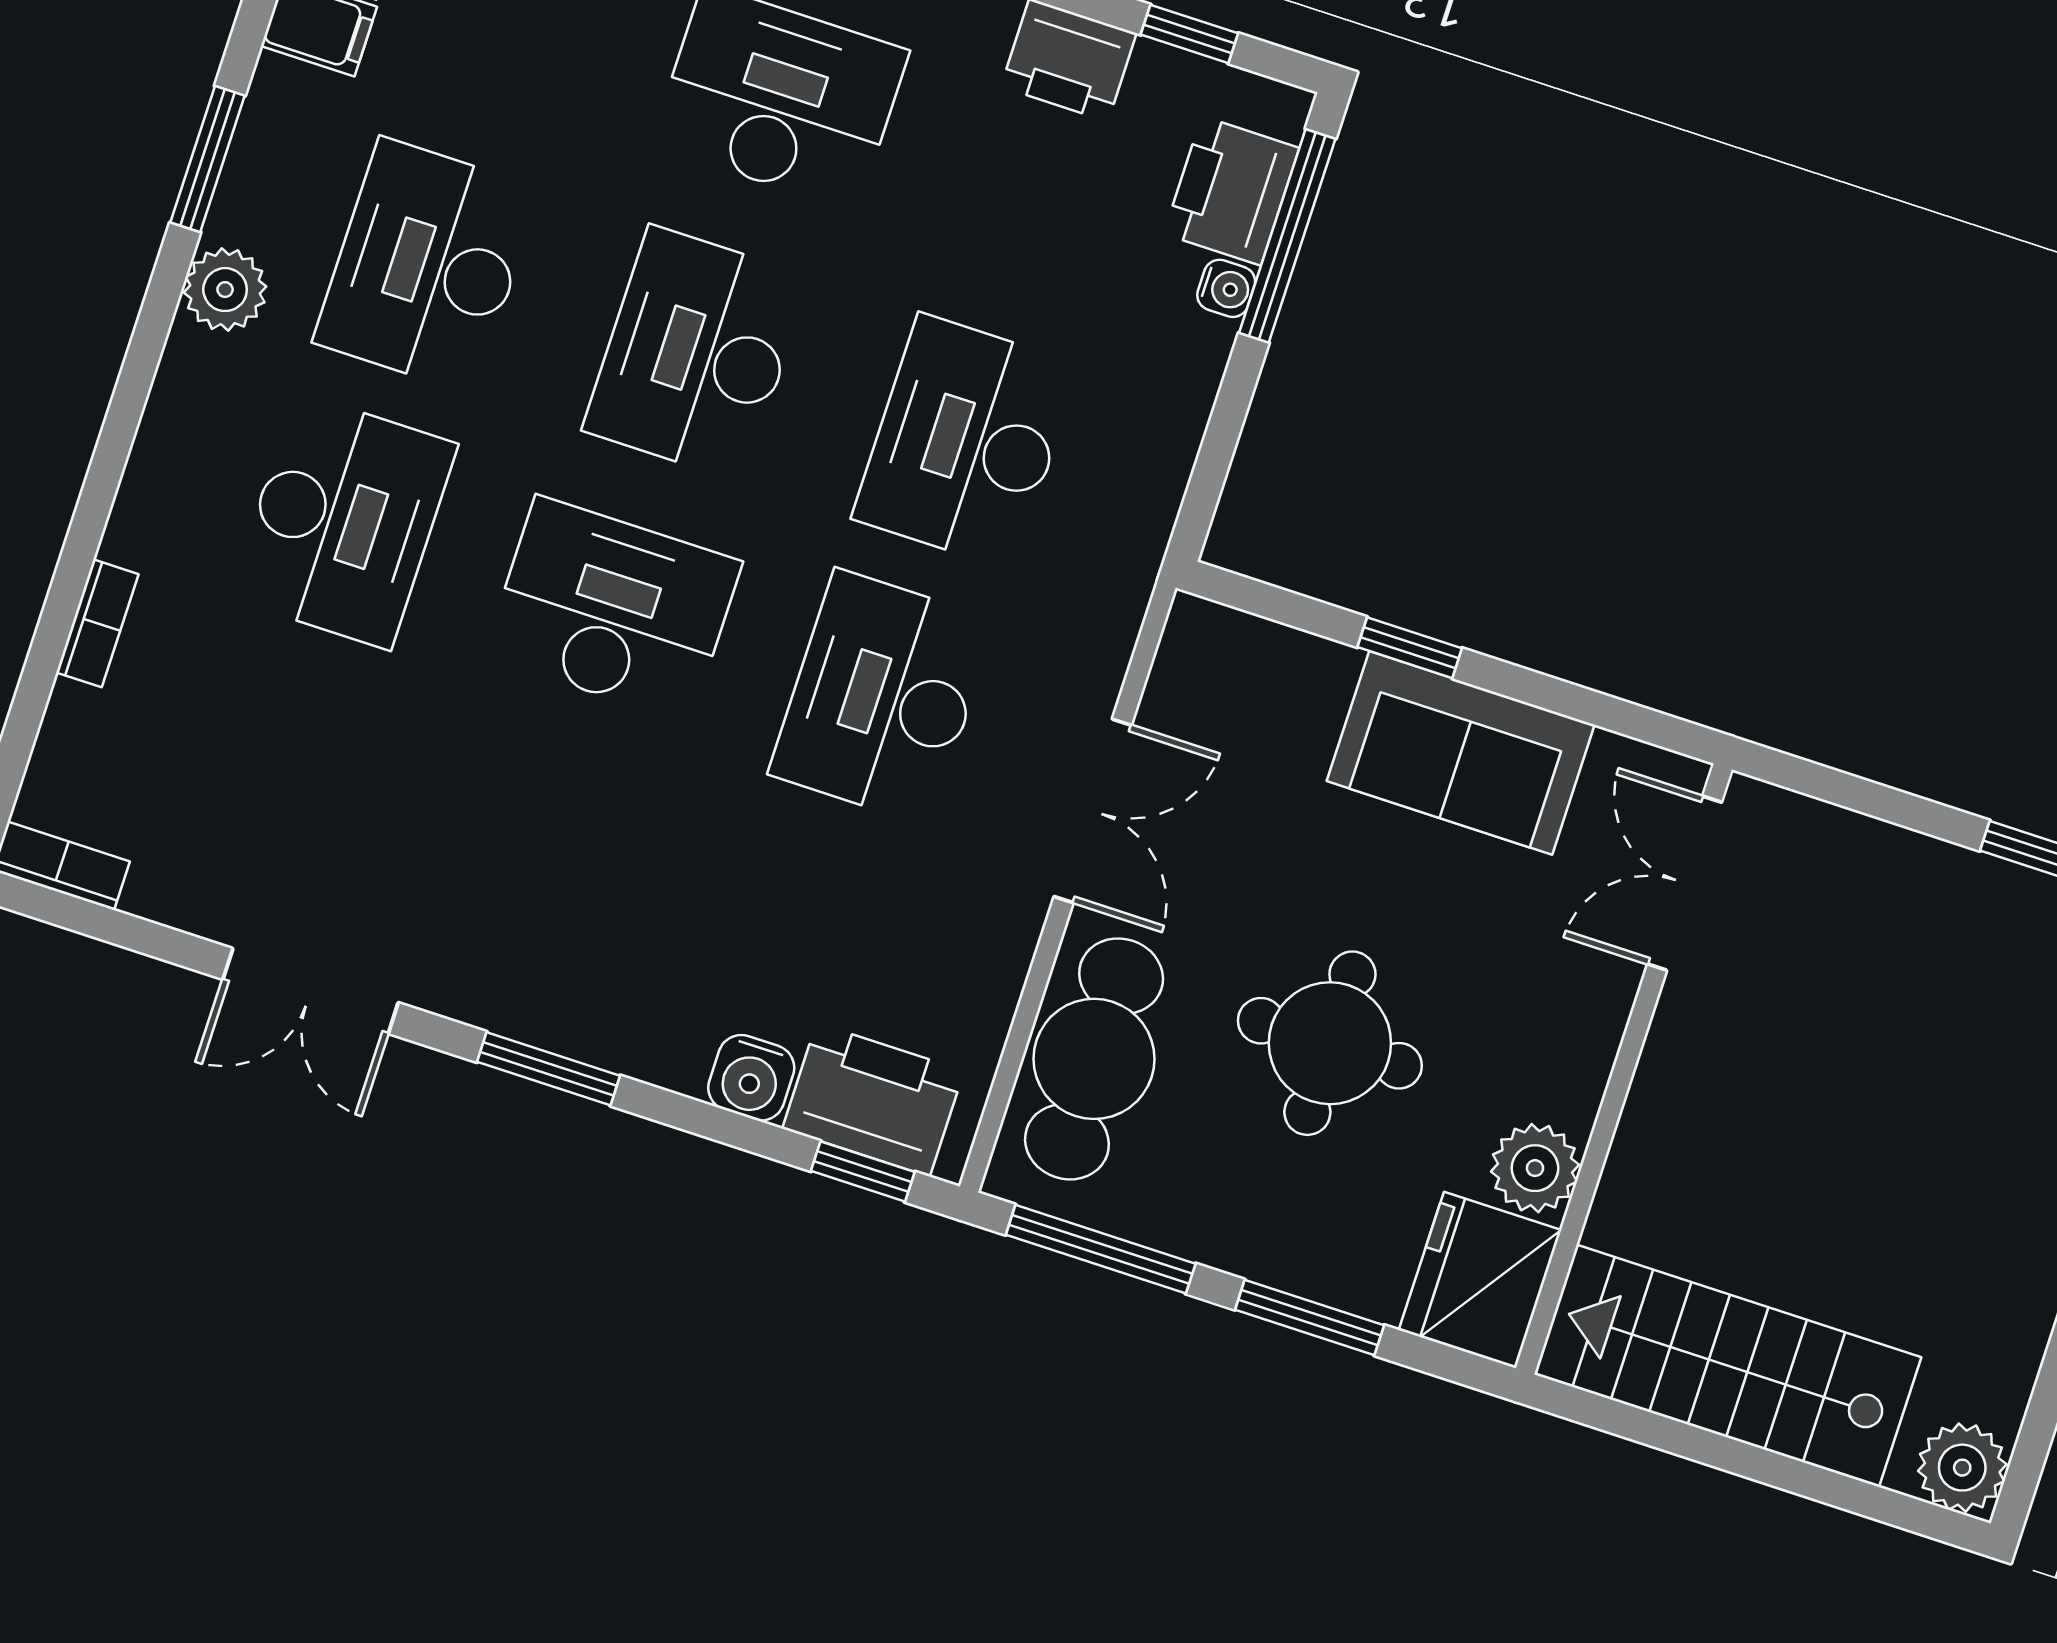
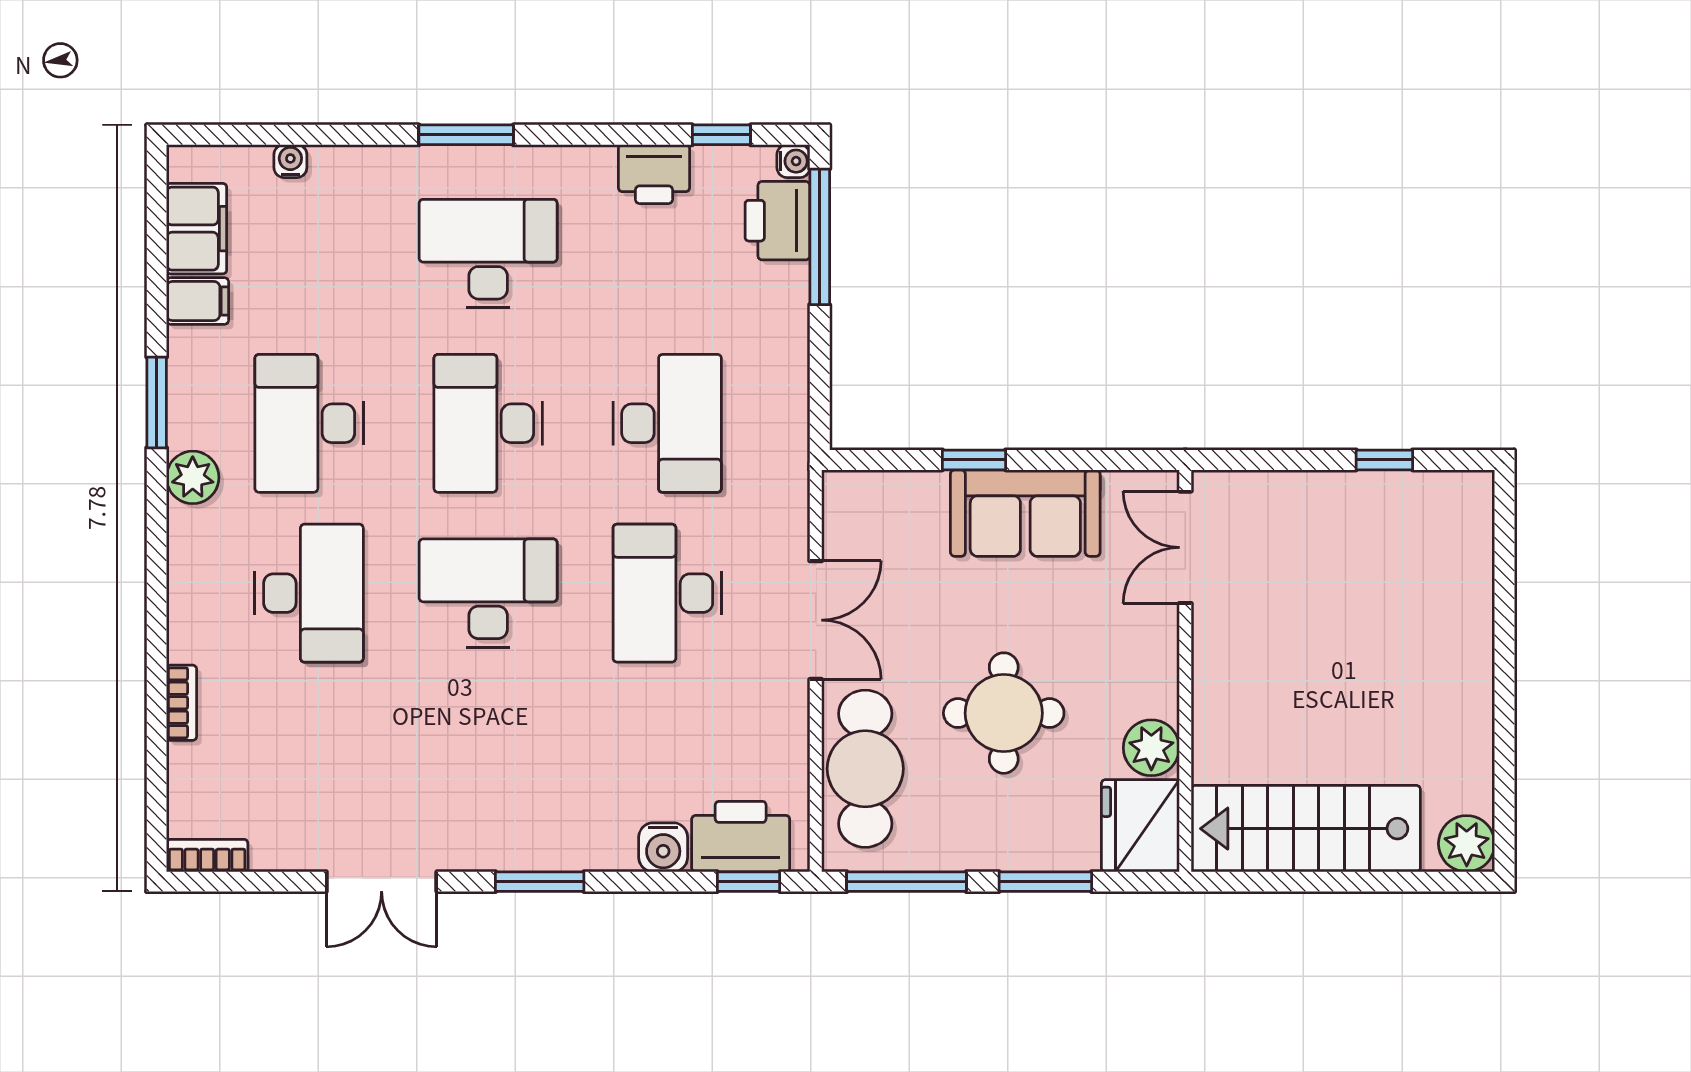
water cooler: (1226, 288) -> (793, 161), moved
desk: (966, 442) -> (667, 423), turned 180

